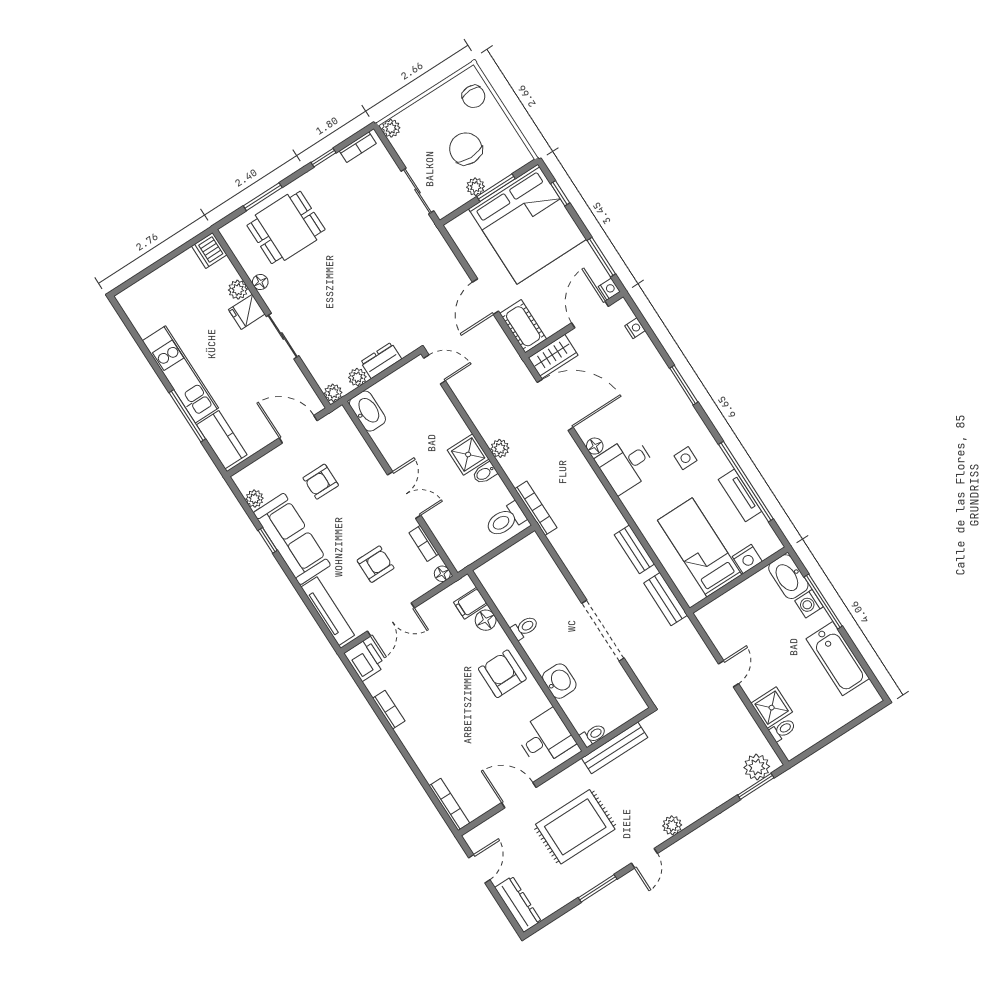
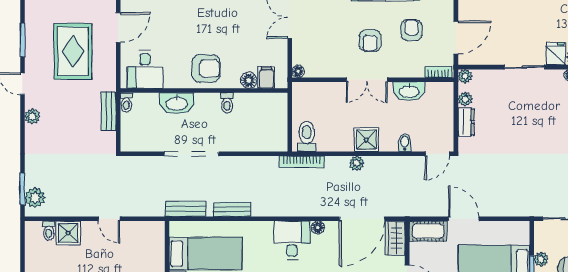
washbasin: (367, 411) -> (409, 91), moved
bidet: (485, 473) -> (405, 143), moved
bookcase: (424, 543) -> (438, 72), moved
armchair: (376, 564) -> (370, 41), moved
washbasin: (559, 681) -> (177, 103), width x1.38
bench: (615, 748) -> (109, 111), width x0.73

